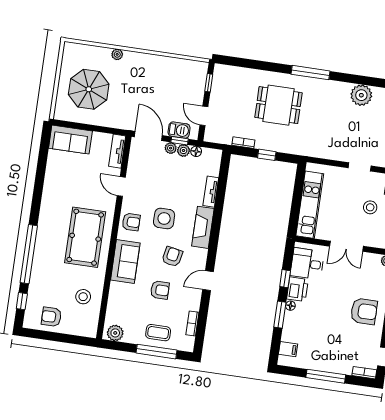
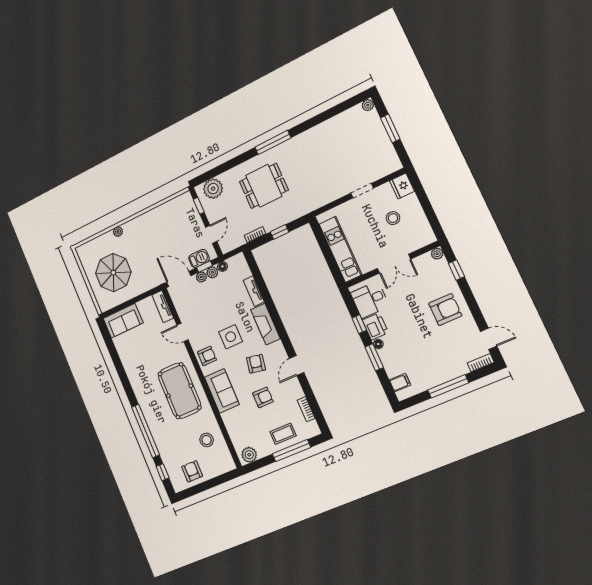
plant: (361, 95) -> (213, 189), moved
door: (204, 116) -> (211, 234), swing flipped
armchair: (51, 317) -> (192, 471), turned 90

